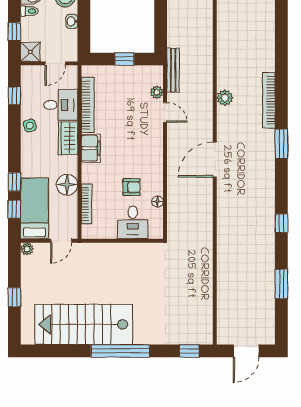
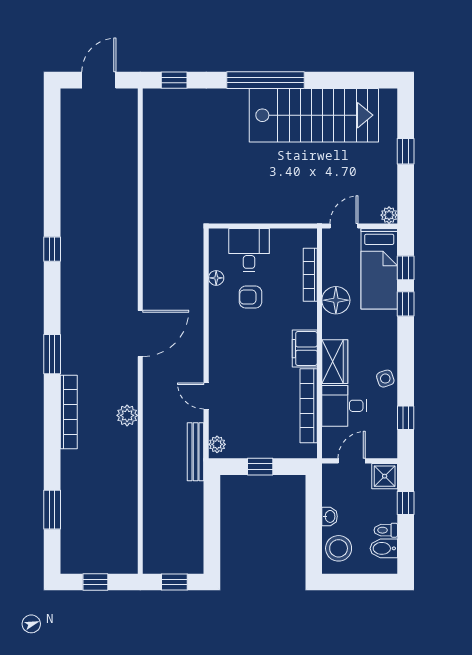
plant: (157, 92) -> (217, 444), moved
window: (281, 284) -> (52, 510), moved

